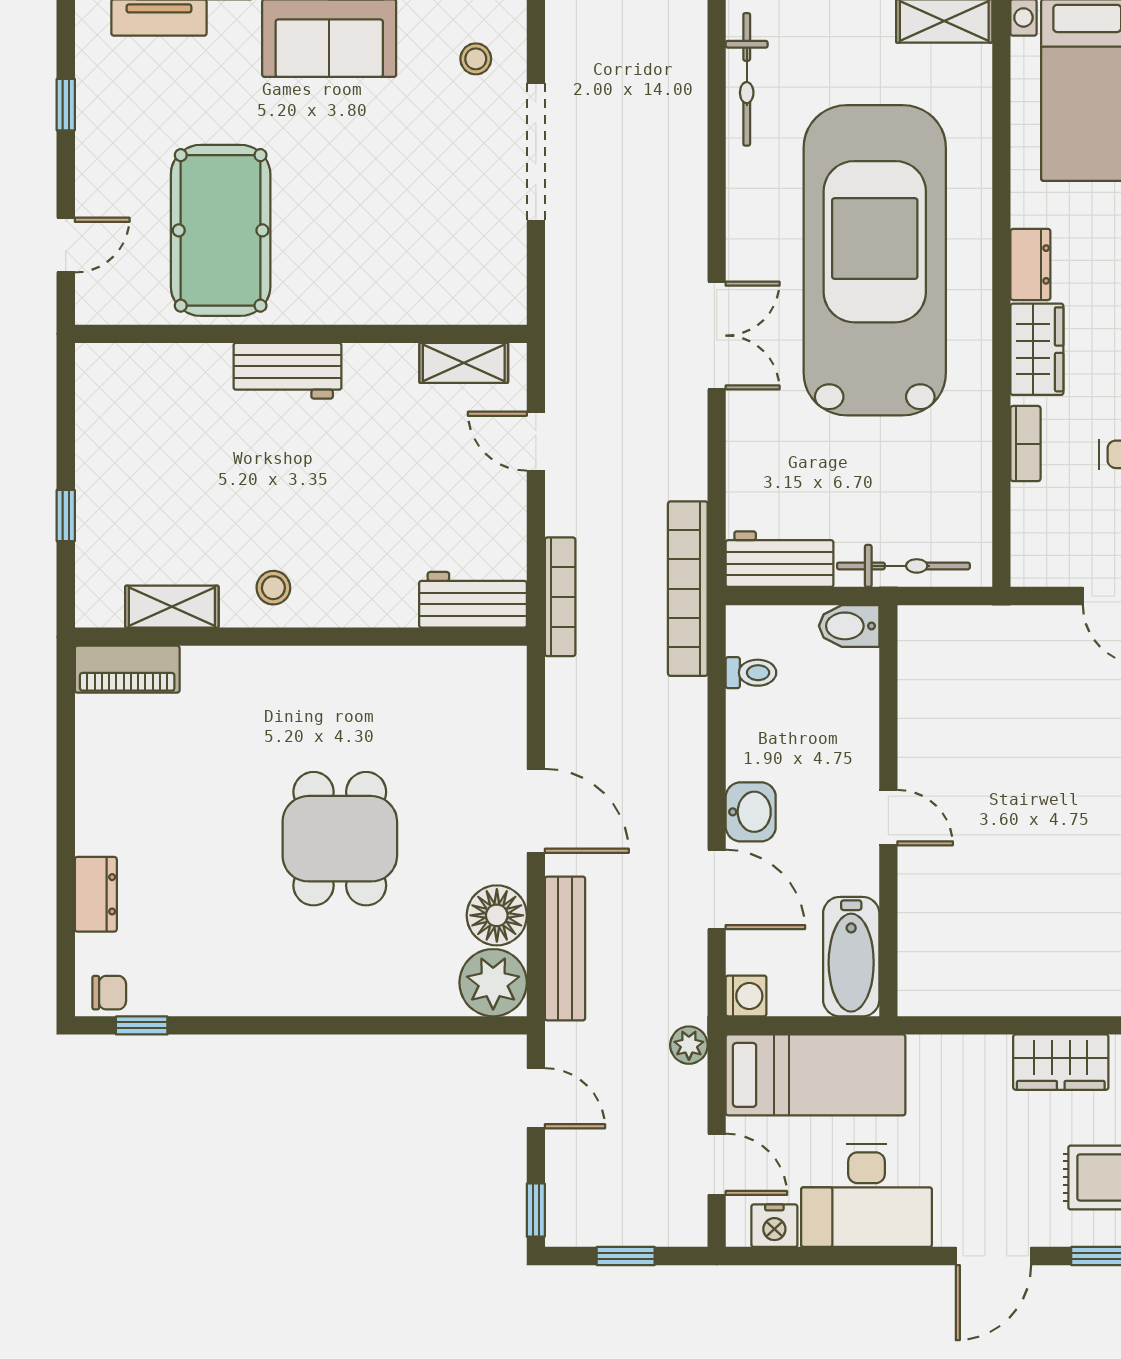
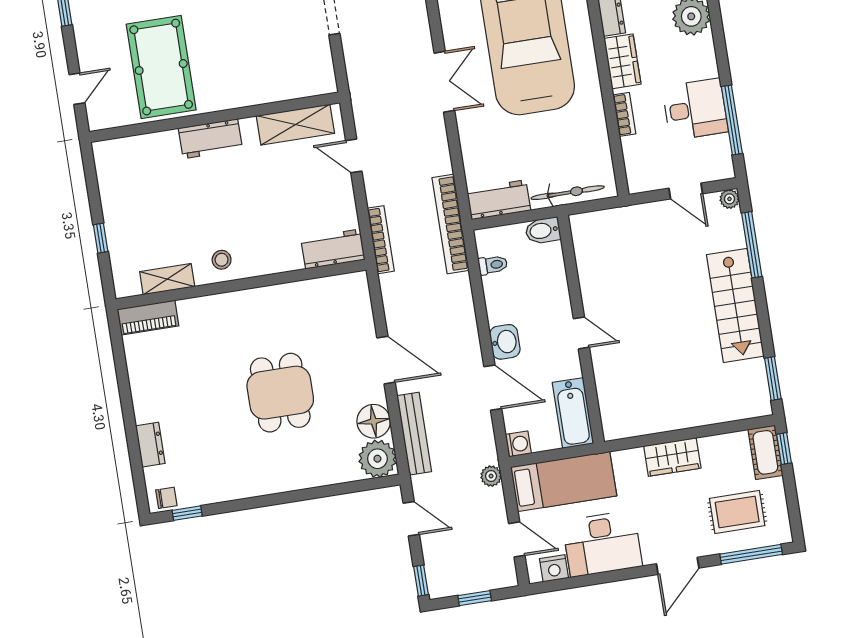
shelving: (464, 363) -> (295, 125), width x1.50, depth x1.33
wardrobe: (1061, 1062) -> (672, 457), moved

